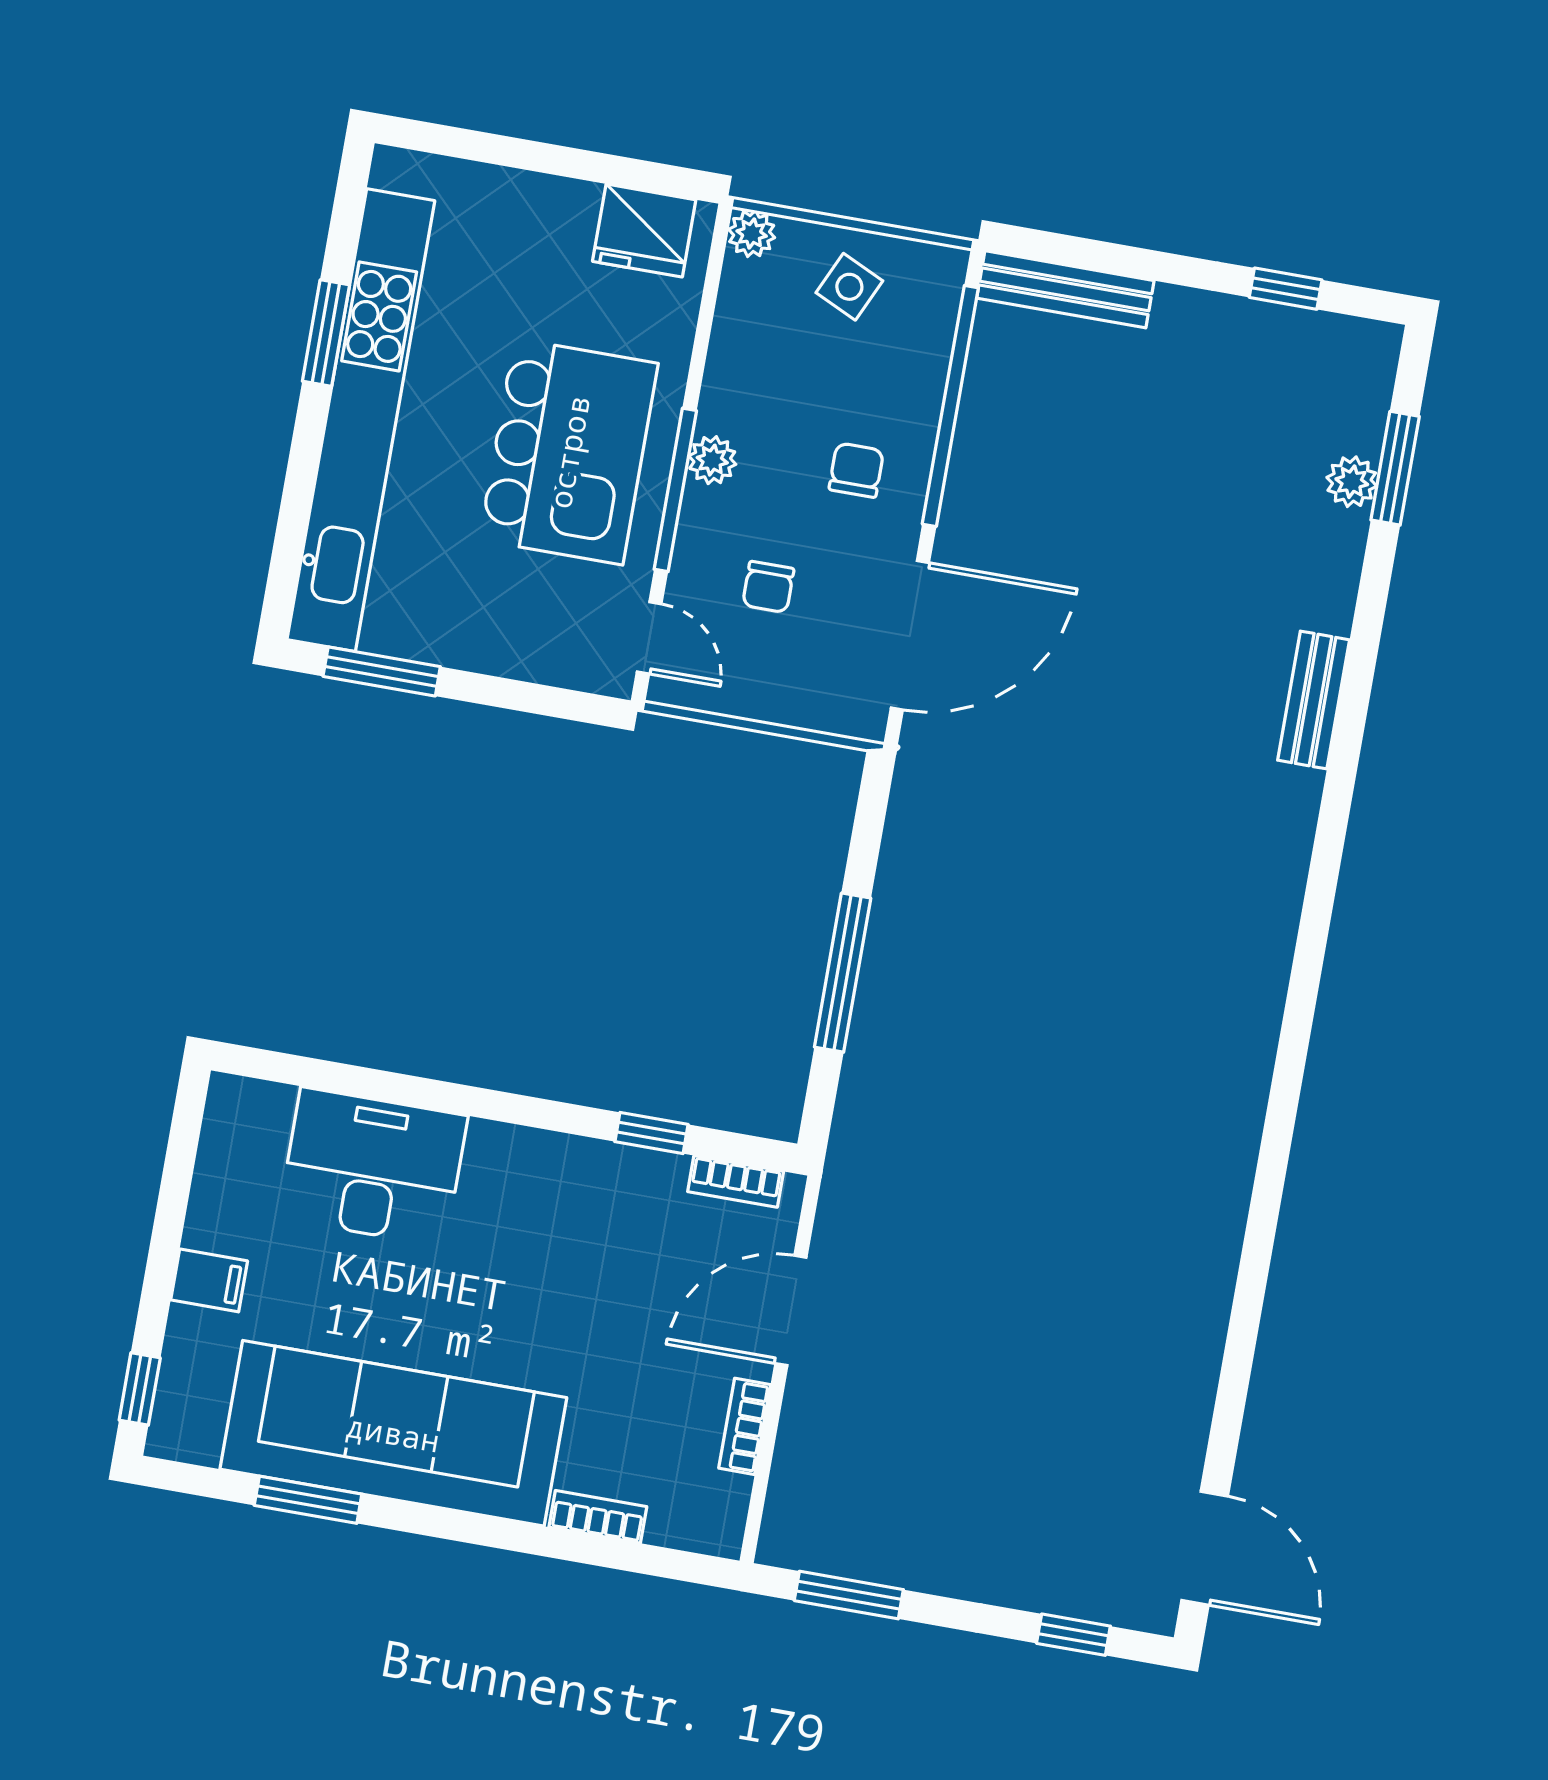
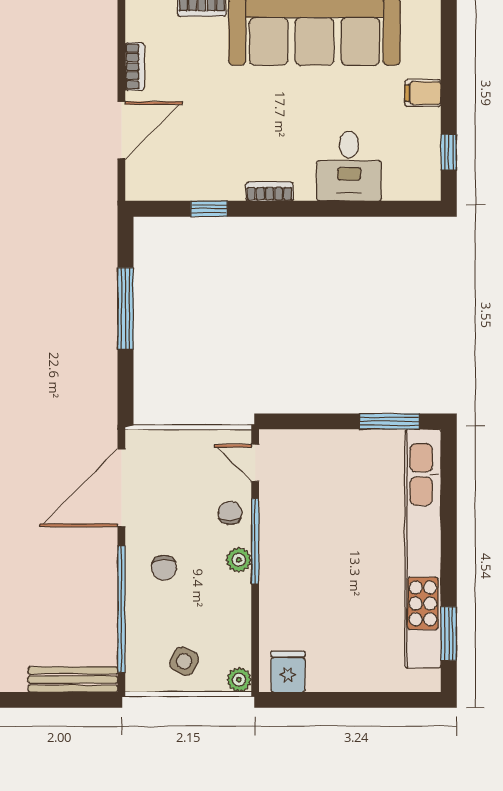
fridge: (644, 231) -> (288, 672), width x0.72
window: (326, 333) -> (449, 634), moved
kitchen island: (569, 452) -> (313, 551), removed
chair: (768, 587) -> (230, 513), moved
desk: (373, 1167) -> (349, 166), width x0.73
bookcase: (736, 1181) -> (270, 191), moved
window: (140, 1389) -> (449, 152), moved

